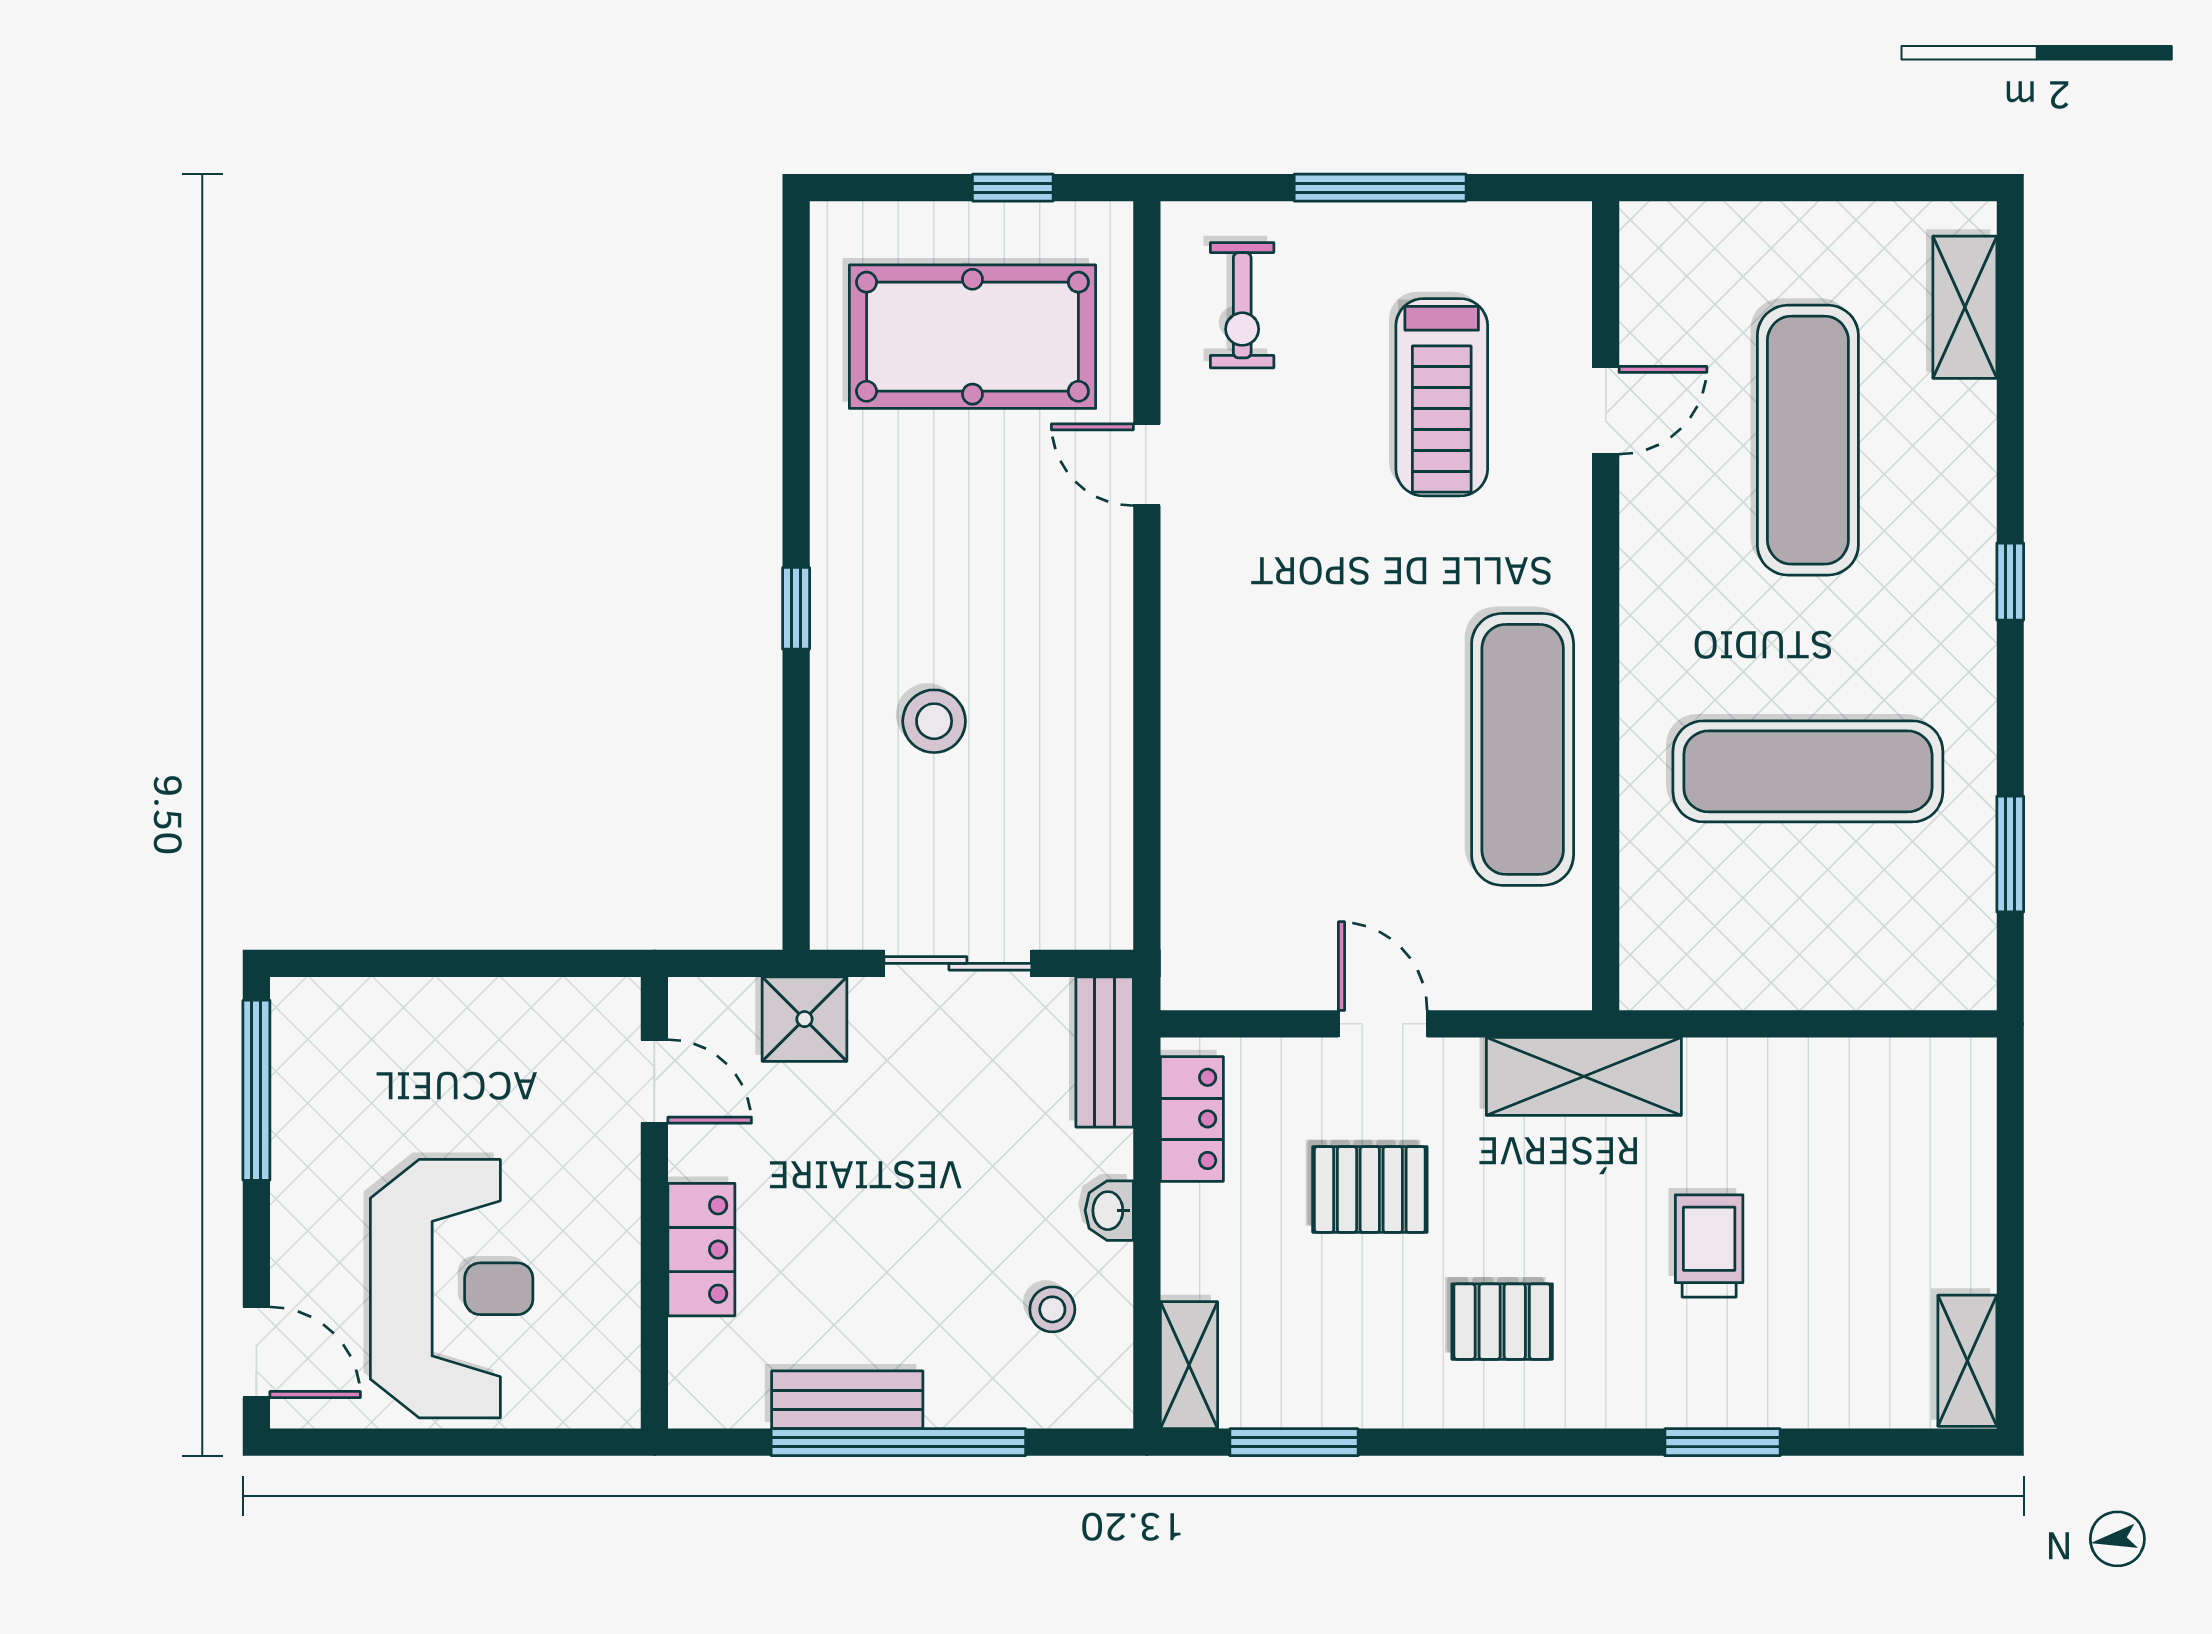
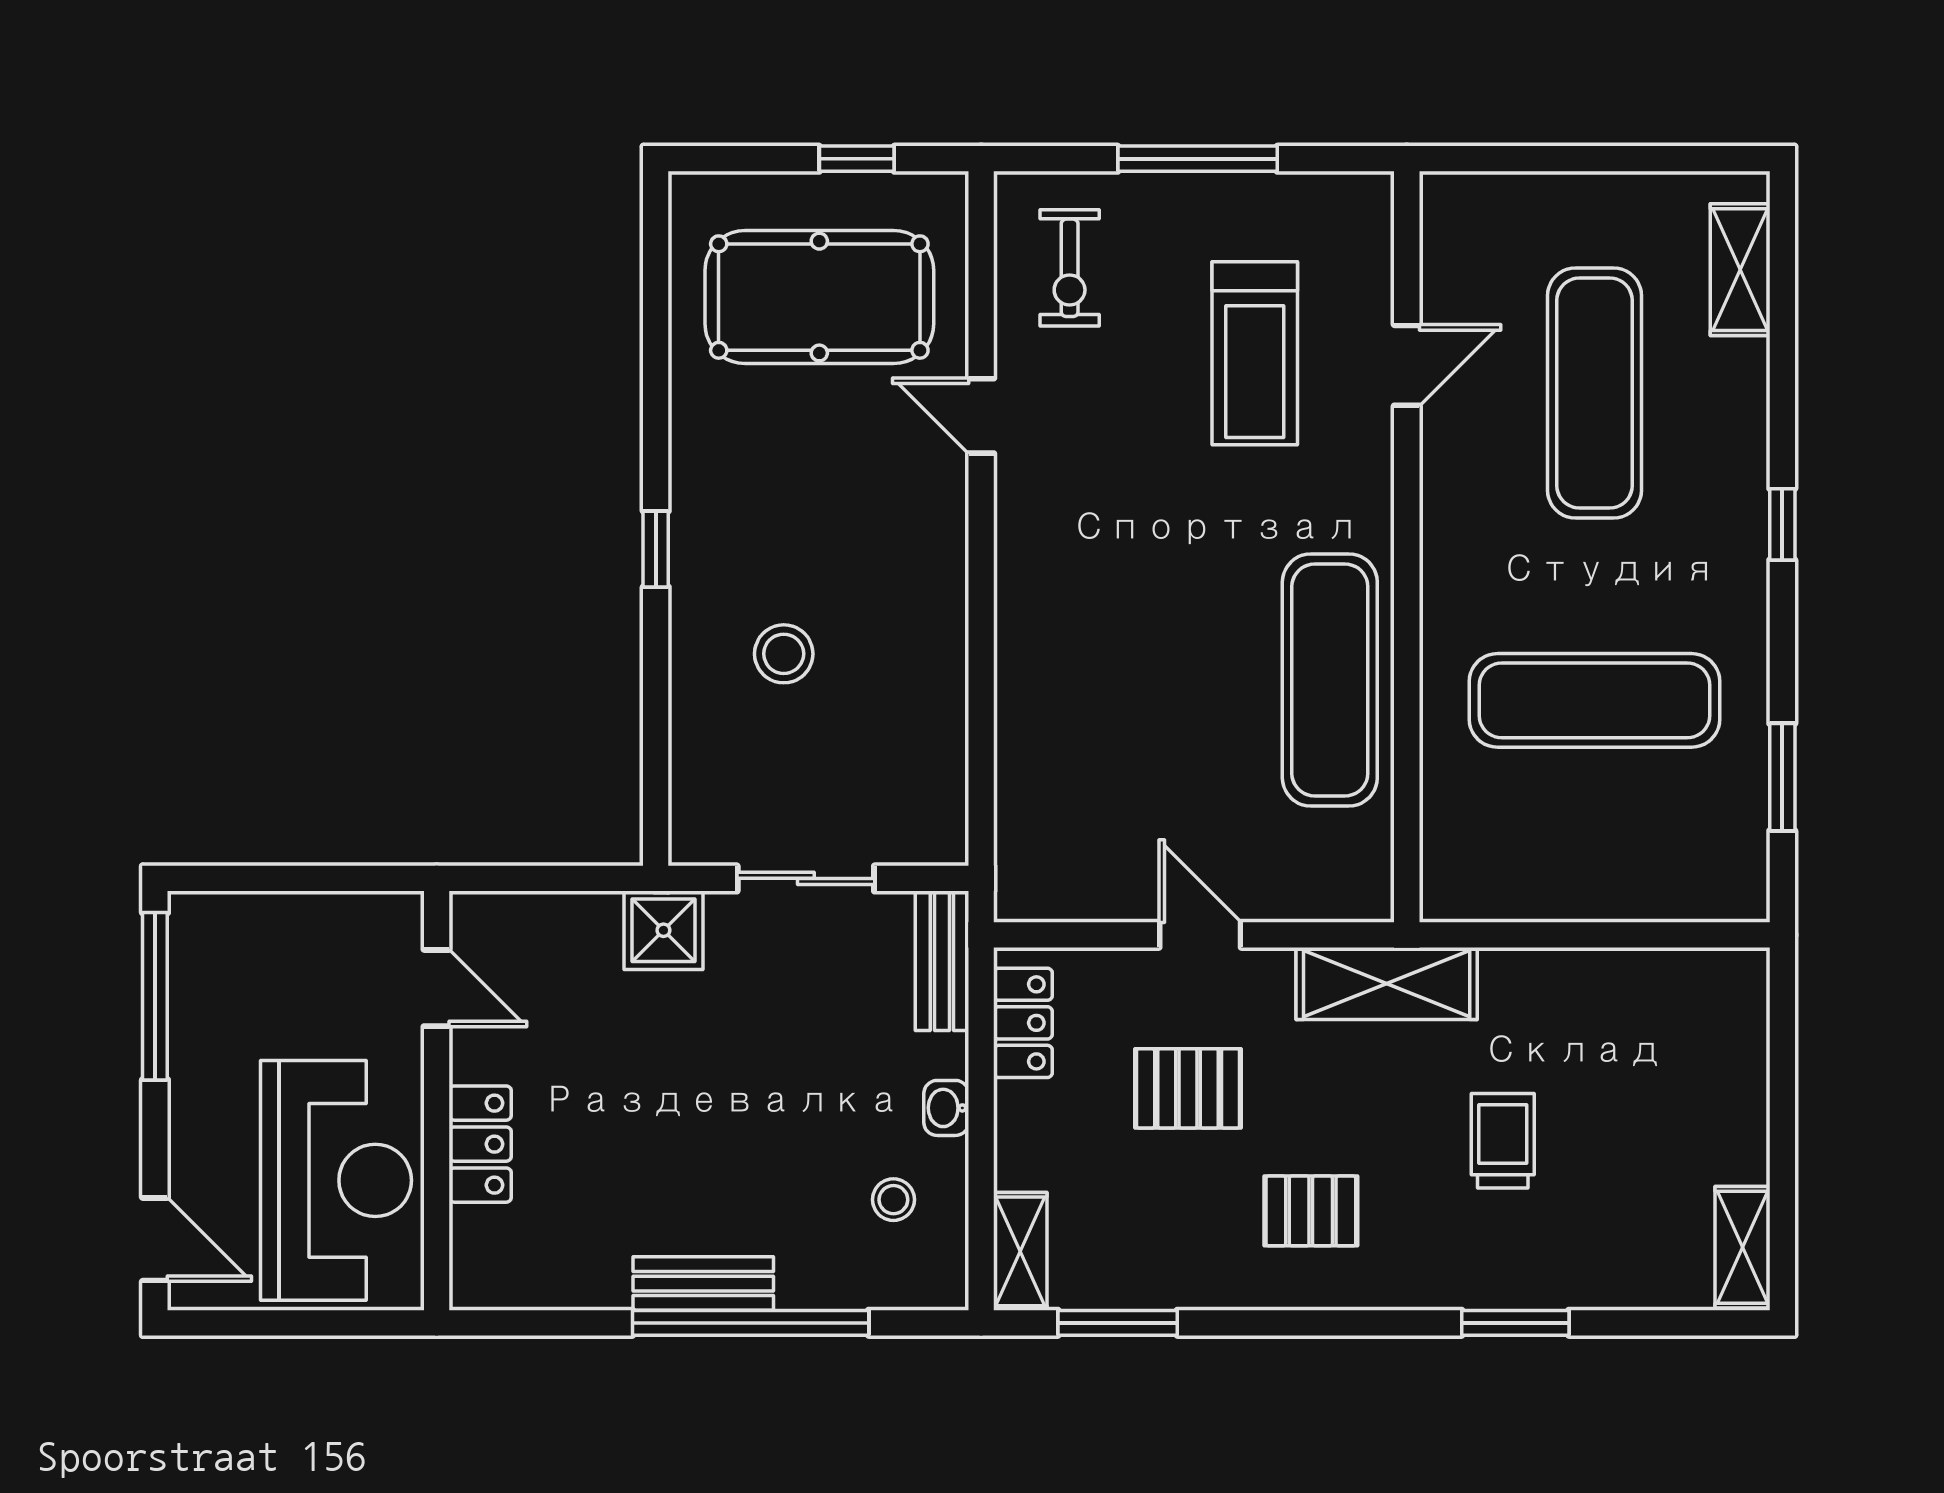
door: (654, 1081) -> (437, 988), moved
wall: (654, 1203) -> (437, 1101), moved
locker: (701, 1250) -> (480, 1144), moved

